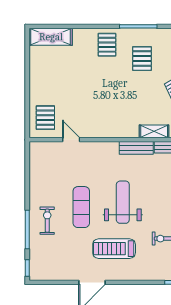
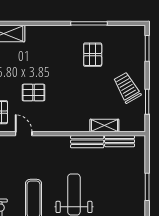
pallet: (107, 45) -> (33, 93), moved, turned 90

